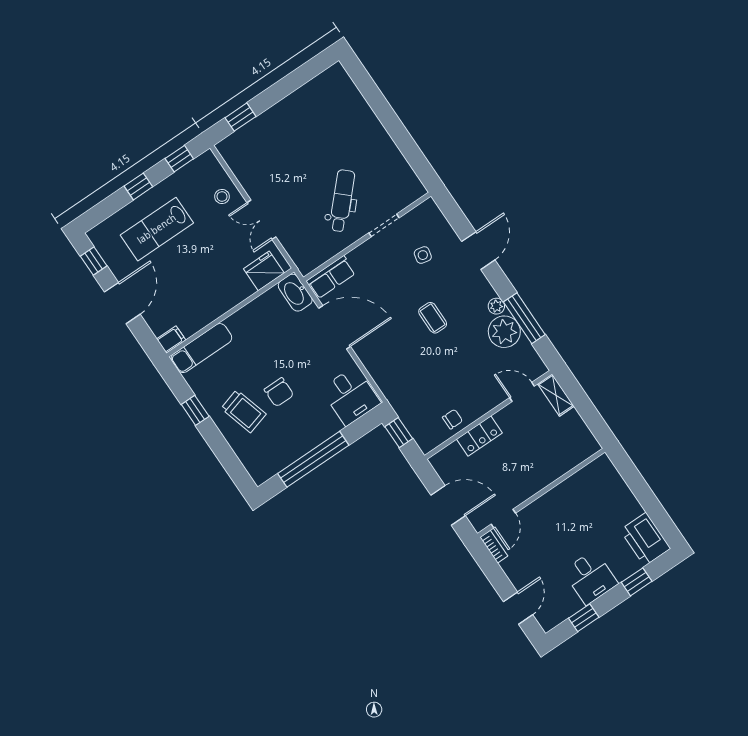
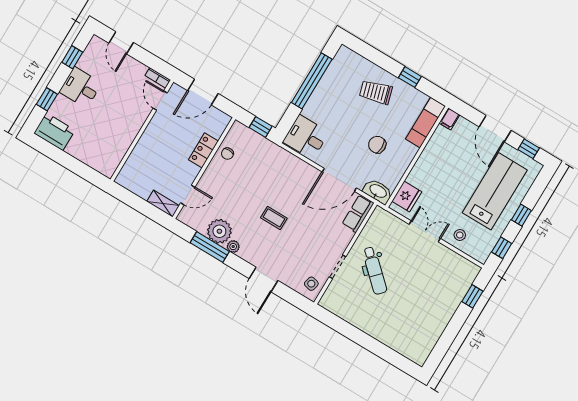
lab bench: (157, 229) -> (495, 191), width x1.36, depth x1.39
side table: (423, 255) -> (311, 284), moved
chair: (279, 392) -> (377, 145), moved

